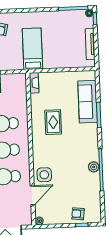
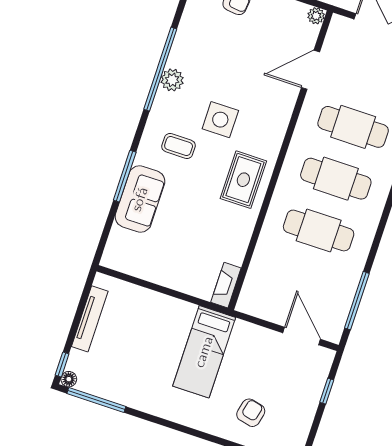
sofa: (88, 102) -> (140, 199), width x0.73
rug: (53, 122) -> (243, 180), moved
coffee table: (79, 138) -> (179, 146), added
side table: (44, 175) -> (220, 120), moved

